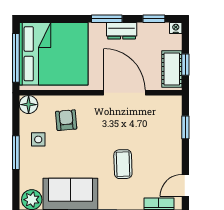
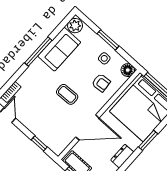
window: (107, 19) -> (148, 140), moved
coffee table: (123, 164) -> (67, 94), moved

